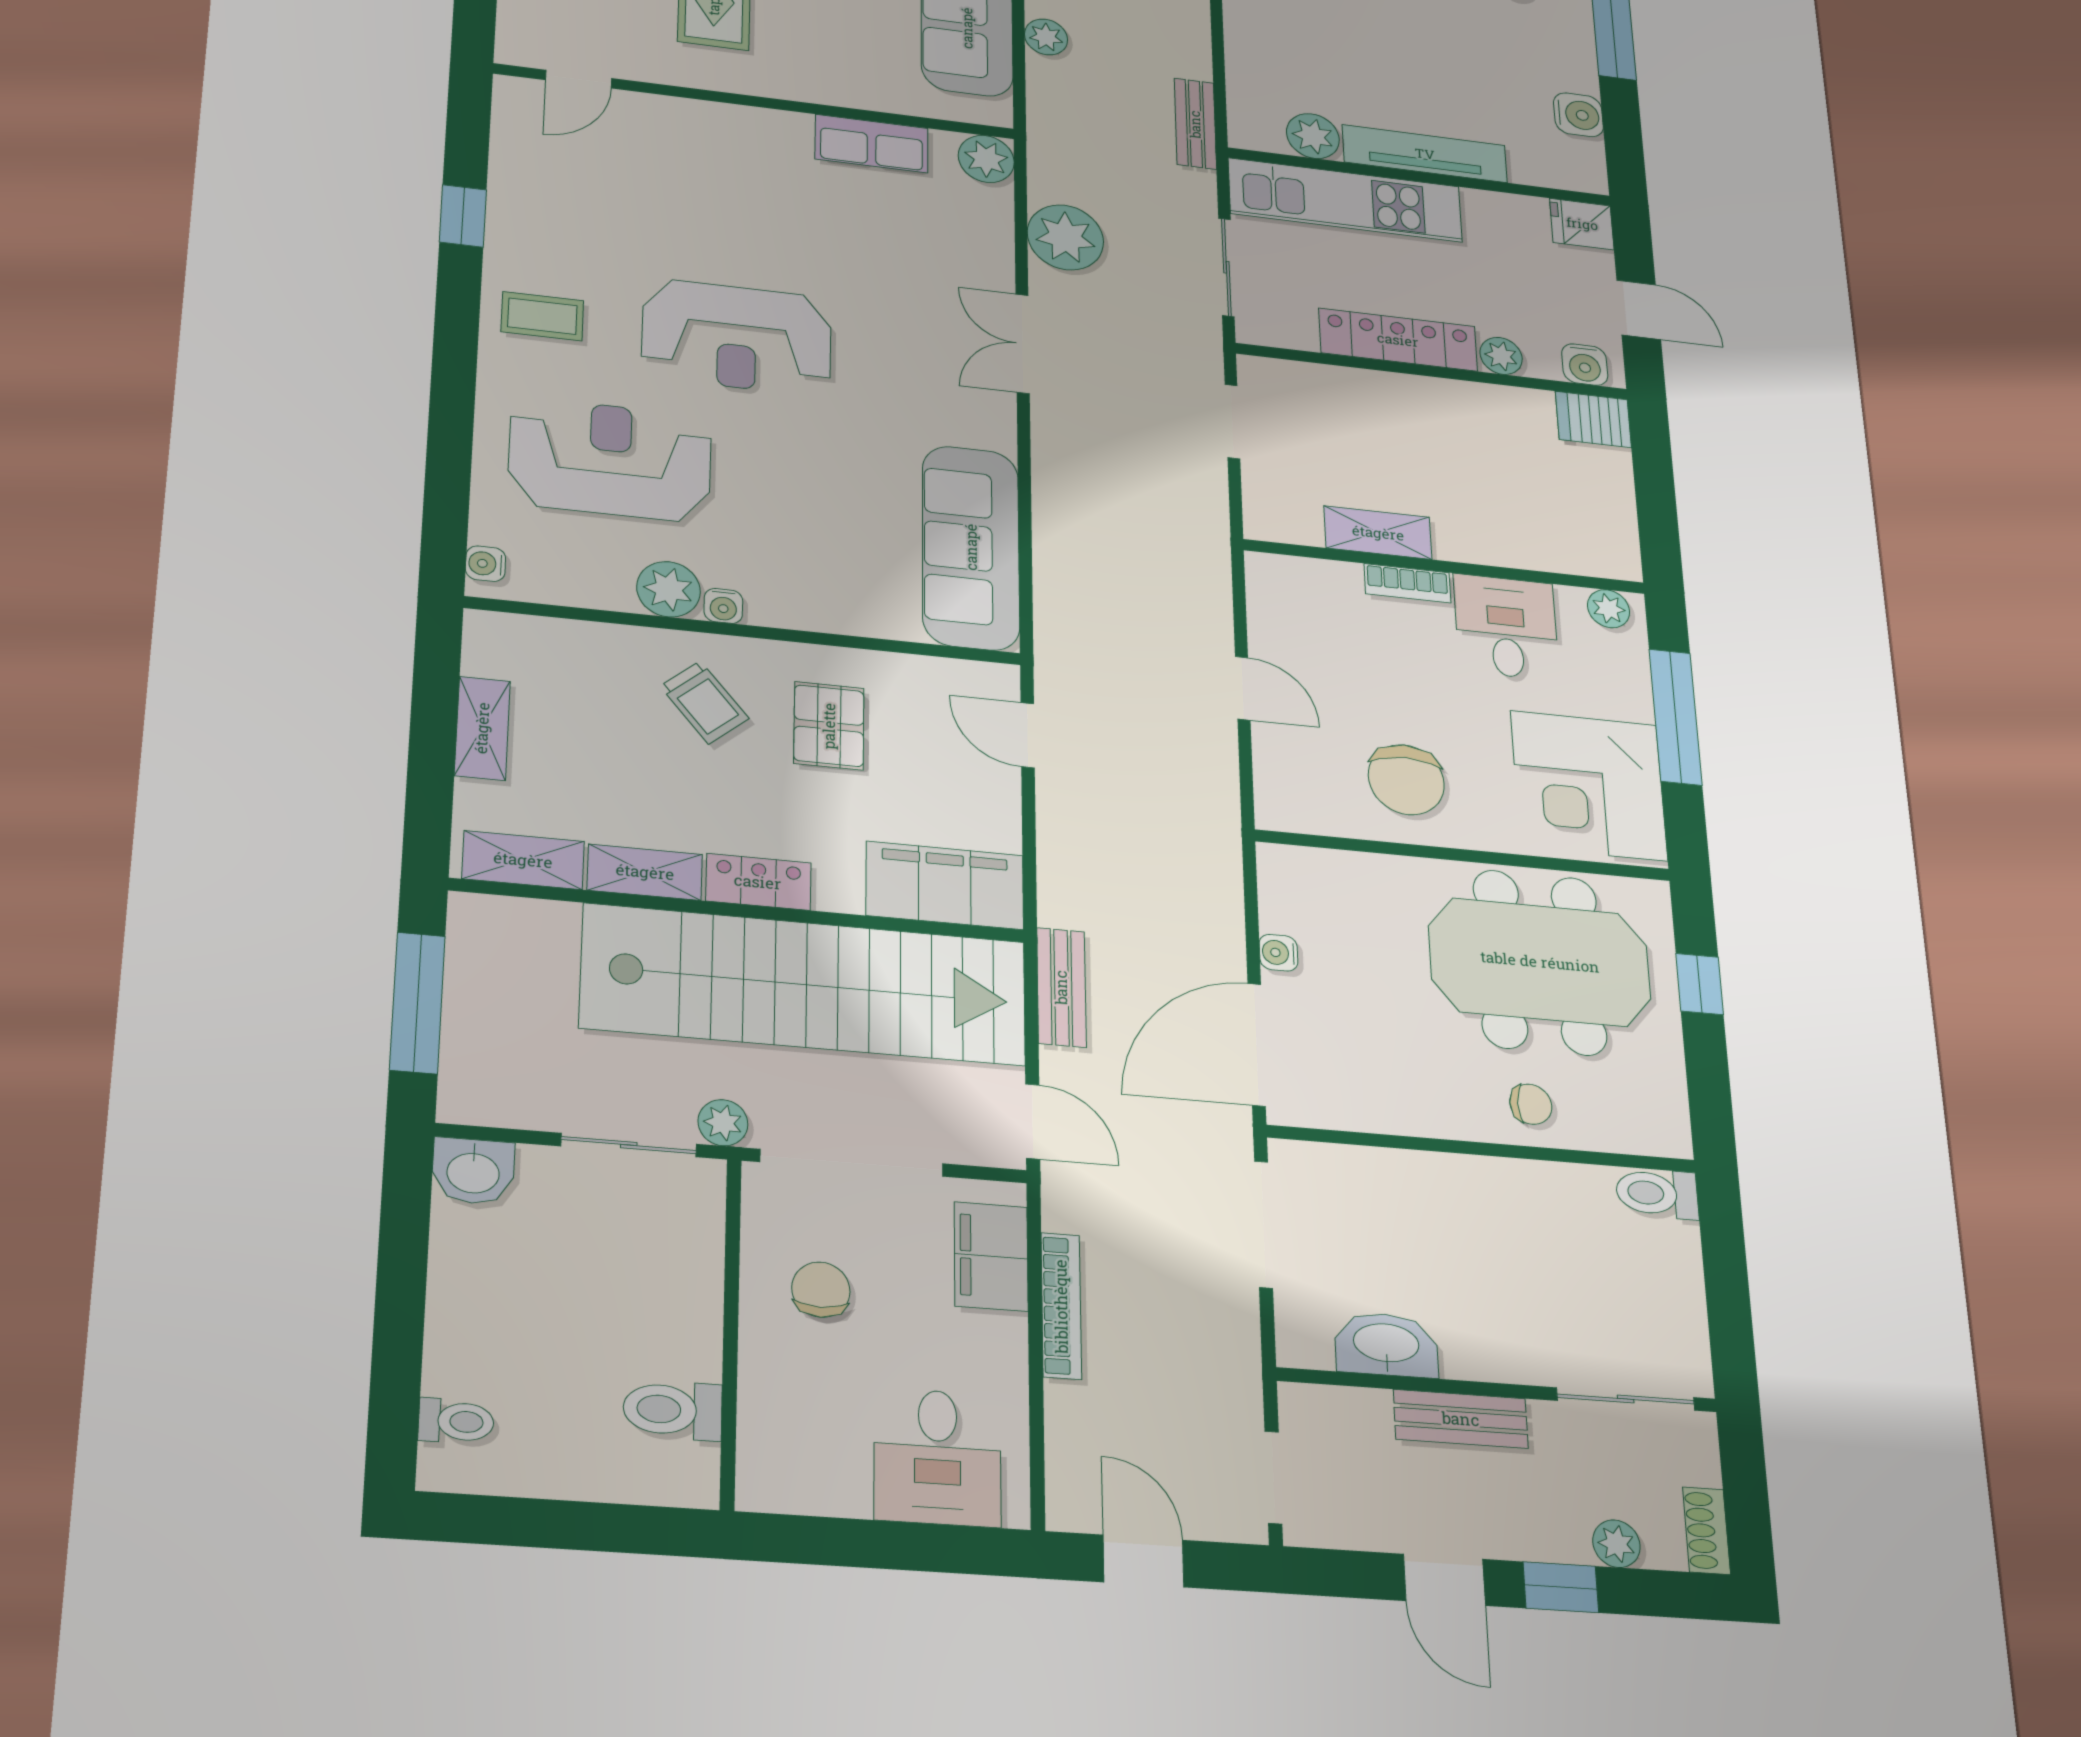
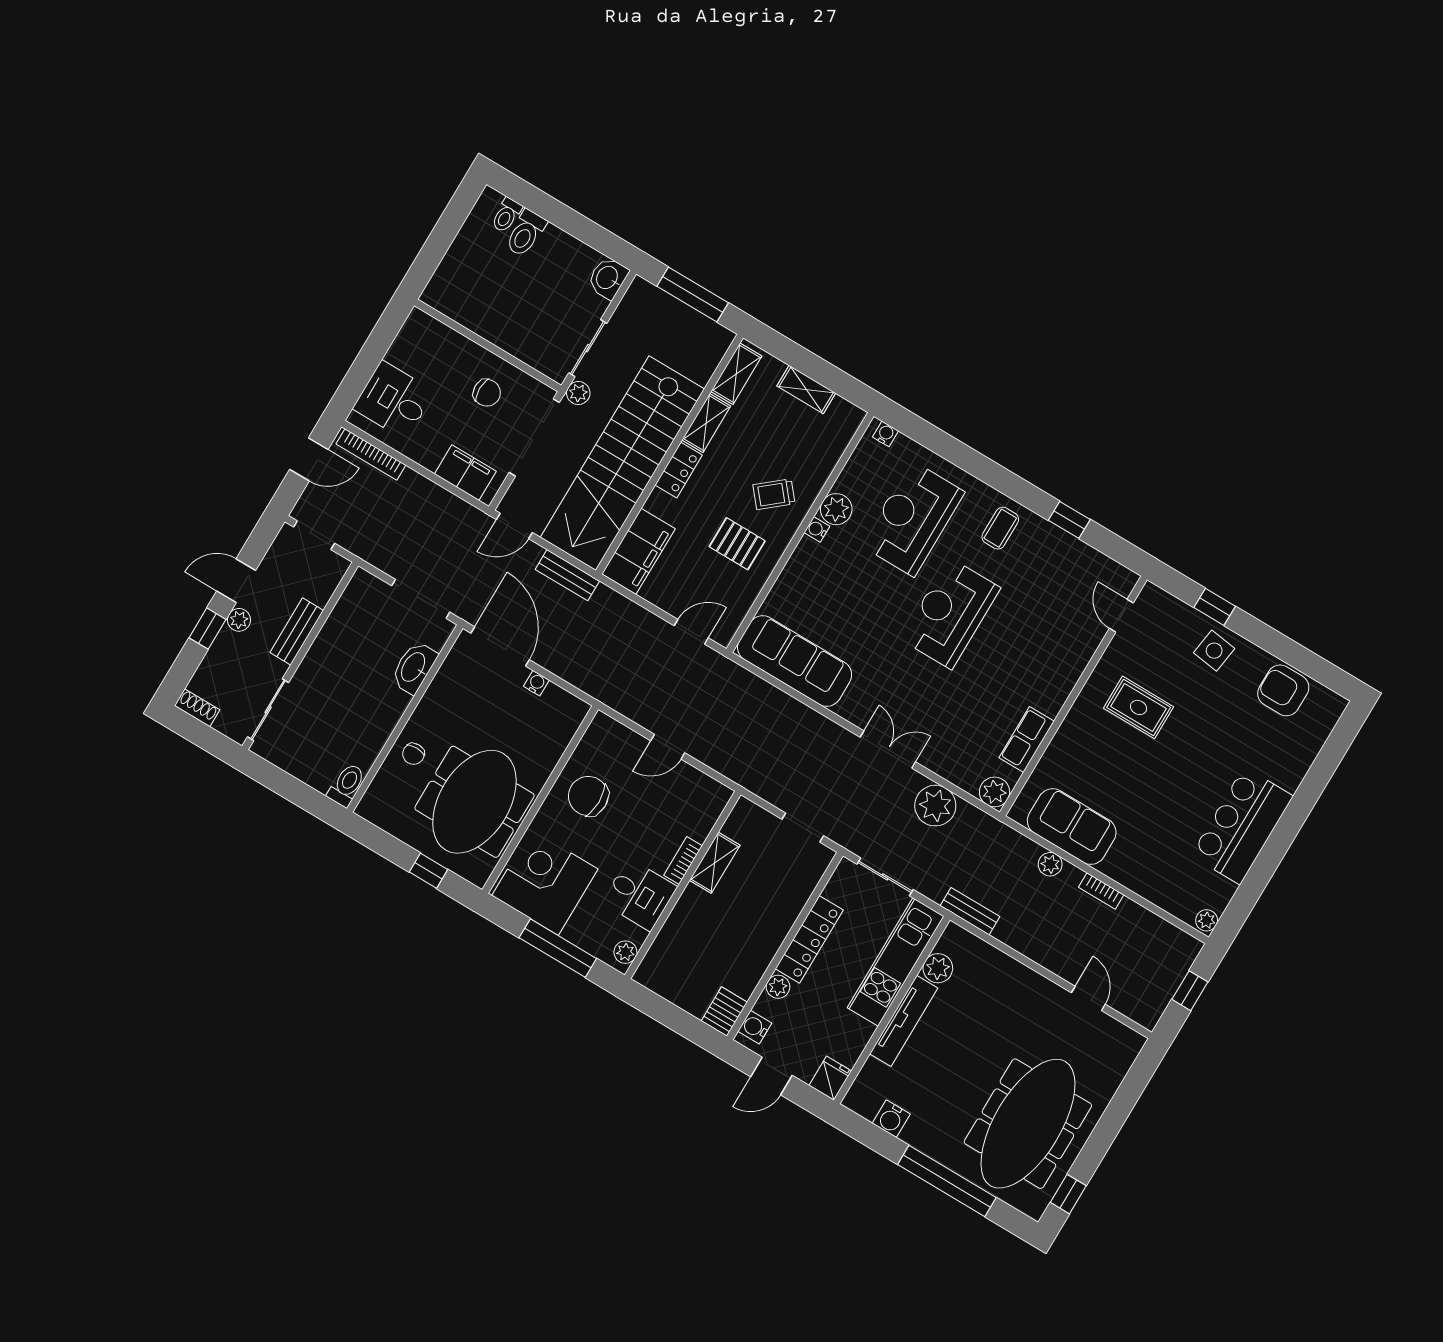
reception desk: (610, 460) -> (913, 519), turned 180
bookcase: (1061, 1306) -> (371, 454), moved
washbasin: (1386, 1345) -> (414, 667), moved, turned 180
toilet: (673, 1410) -> (526, 233), moved, turned 180
plant: (1616, 1544) -> (239, 620), moved

